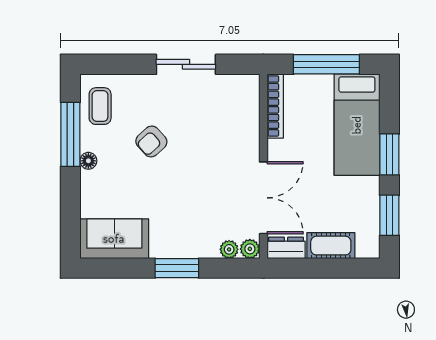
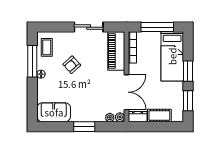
piano: (243, 113) -> (116, 51), added

